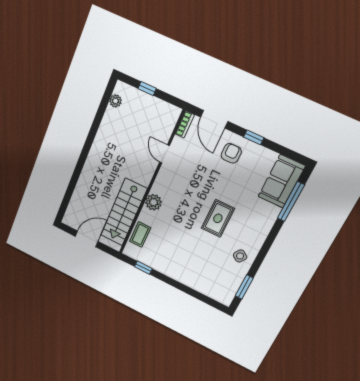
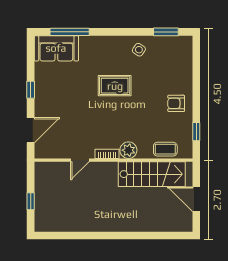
plant: (116, 101) -> (54, 226), removed
bookcase: (185, 124) -> (107, 154), moved
armchair: (231, 153) -> (176, 103), moved

